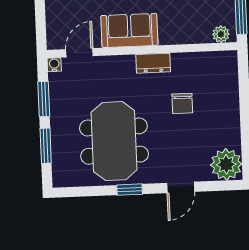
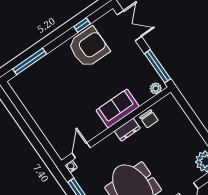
sofa: (129, 30) -> (118, 108), moved
chair: (182, 103) -> (149, 119), moved

